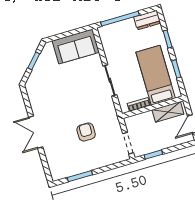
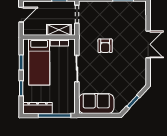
dresser: (147, 20) -> (38, 108), width x1.44
shelving: (168, 112) -> (59, 30), moved
armchair: (86, 132) -> (105, 46), moved

